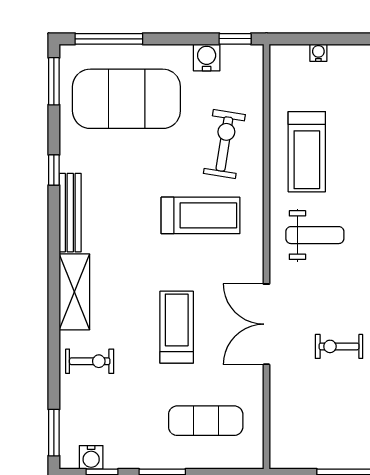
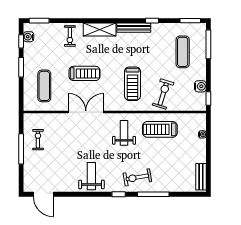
exercise mat: (126, 99) -> (183, 52), width x0.50, depth x0.69
exercise bike: (224, 144) -> (163, 94), turned -82
weight bench: (315, 235) -> (124, 133), turned 180
exercise bike: (339, 346) -> (38, 140), moved

